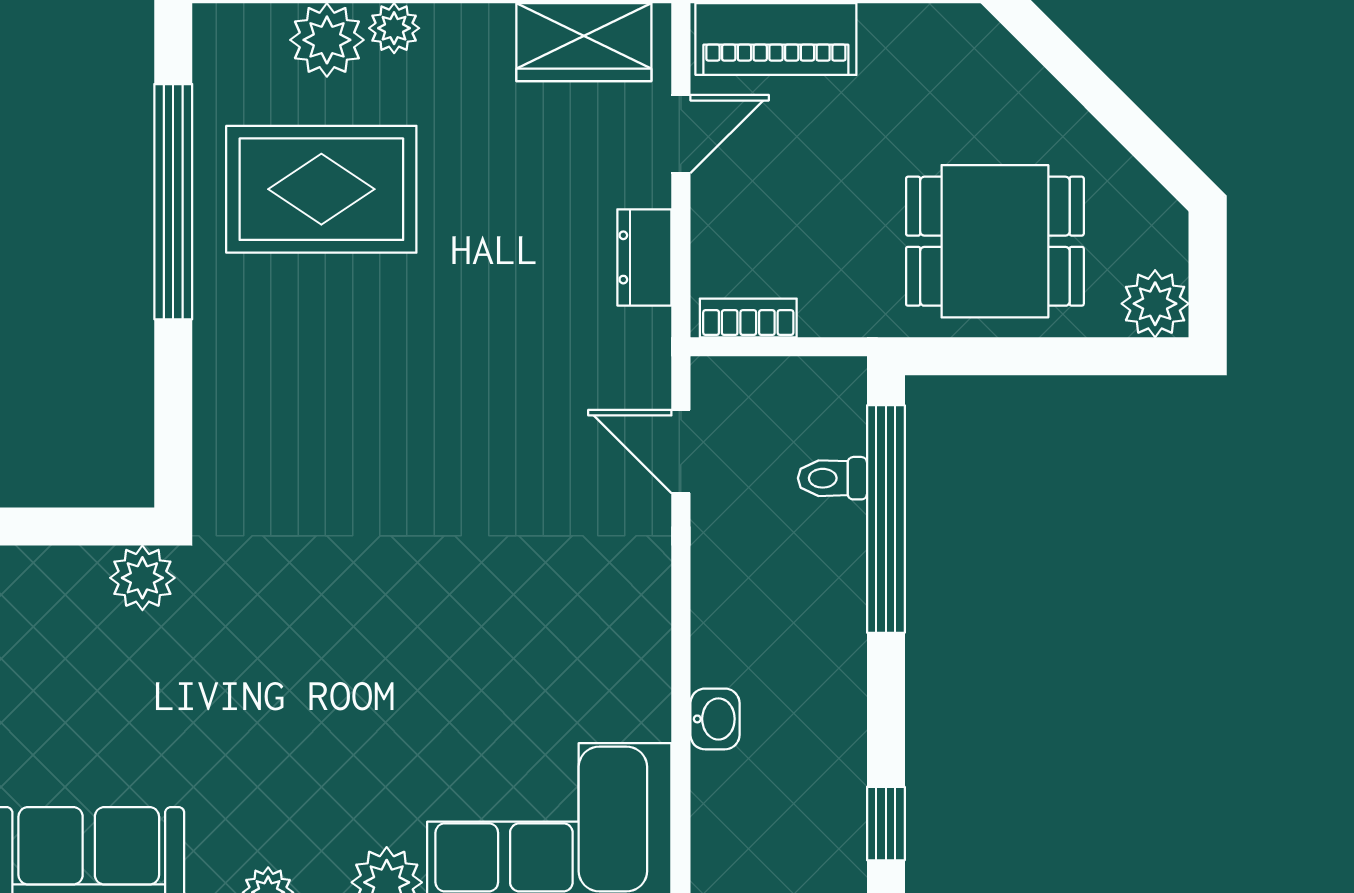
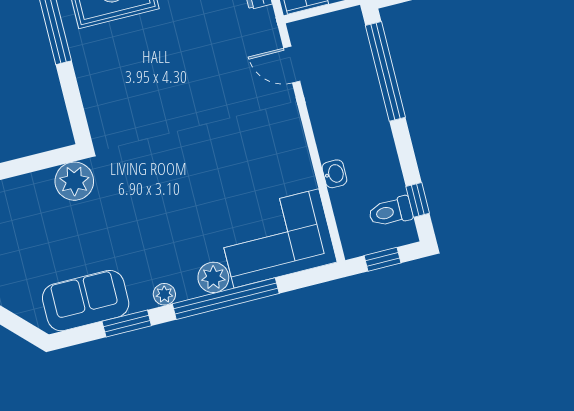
toilet: (832, 478) -> (391, 212), moved, width x1.37, depth x1.39
plant: (142, 578) -> (74, 181), width x1.36, depth x1.36

